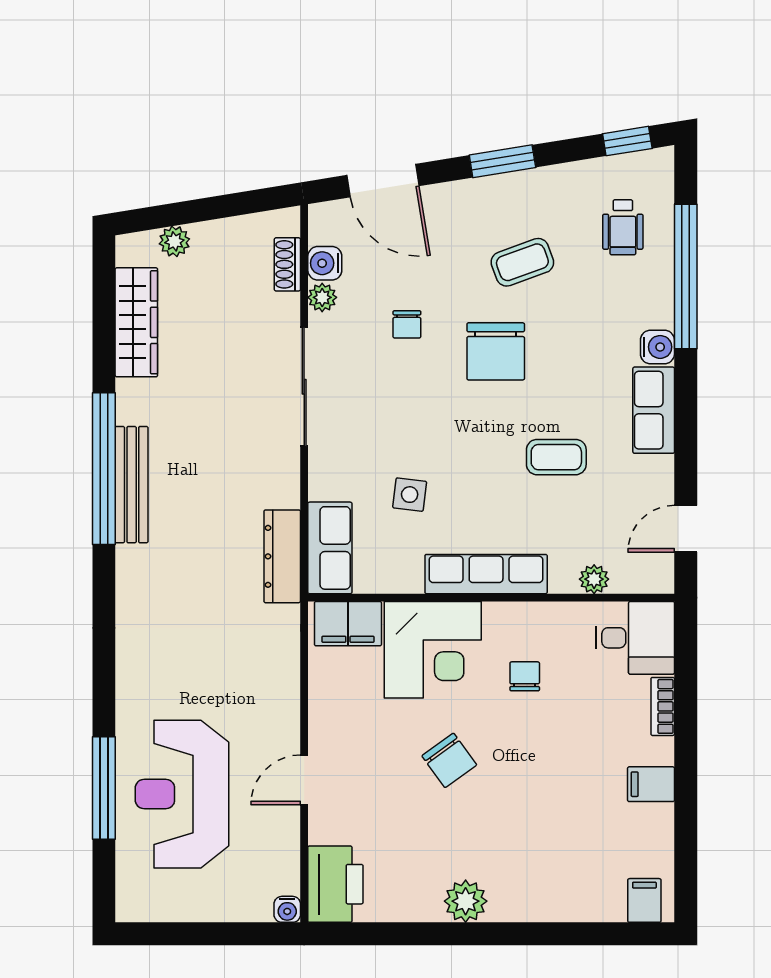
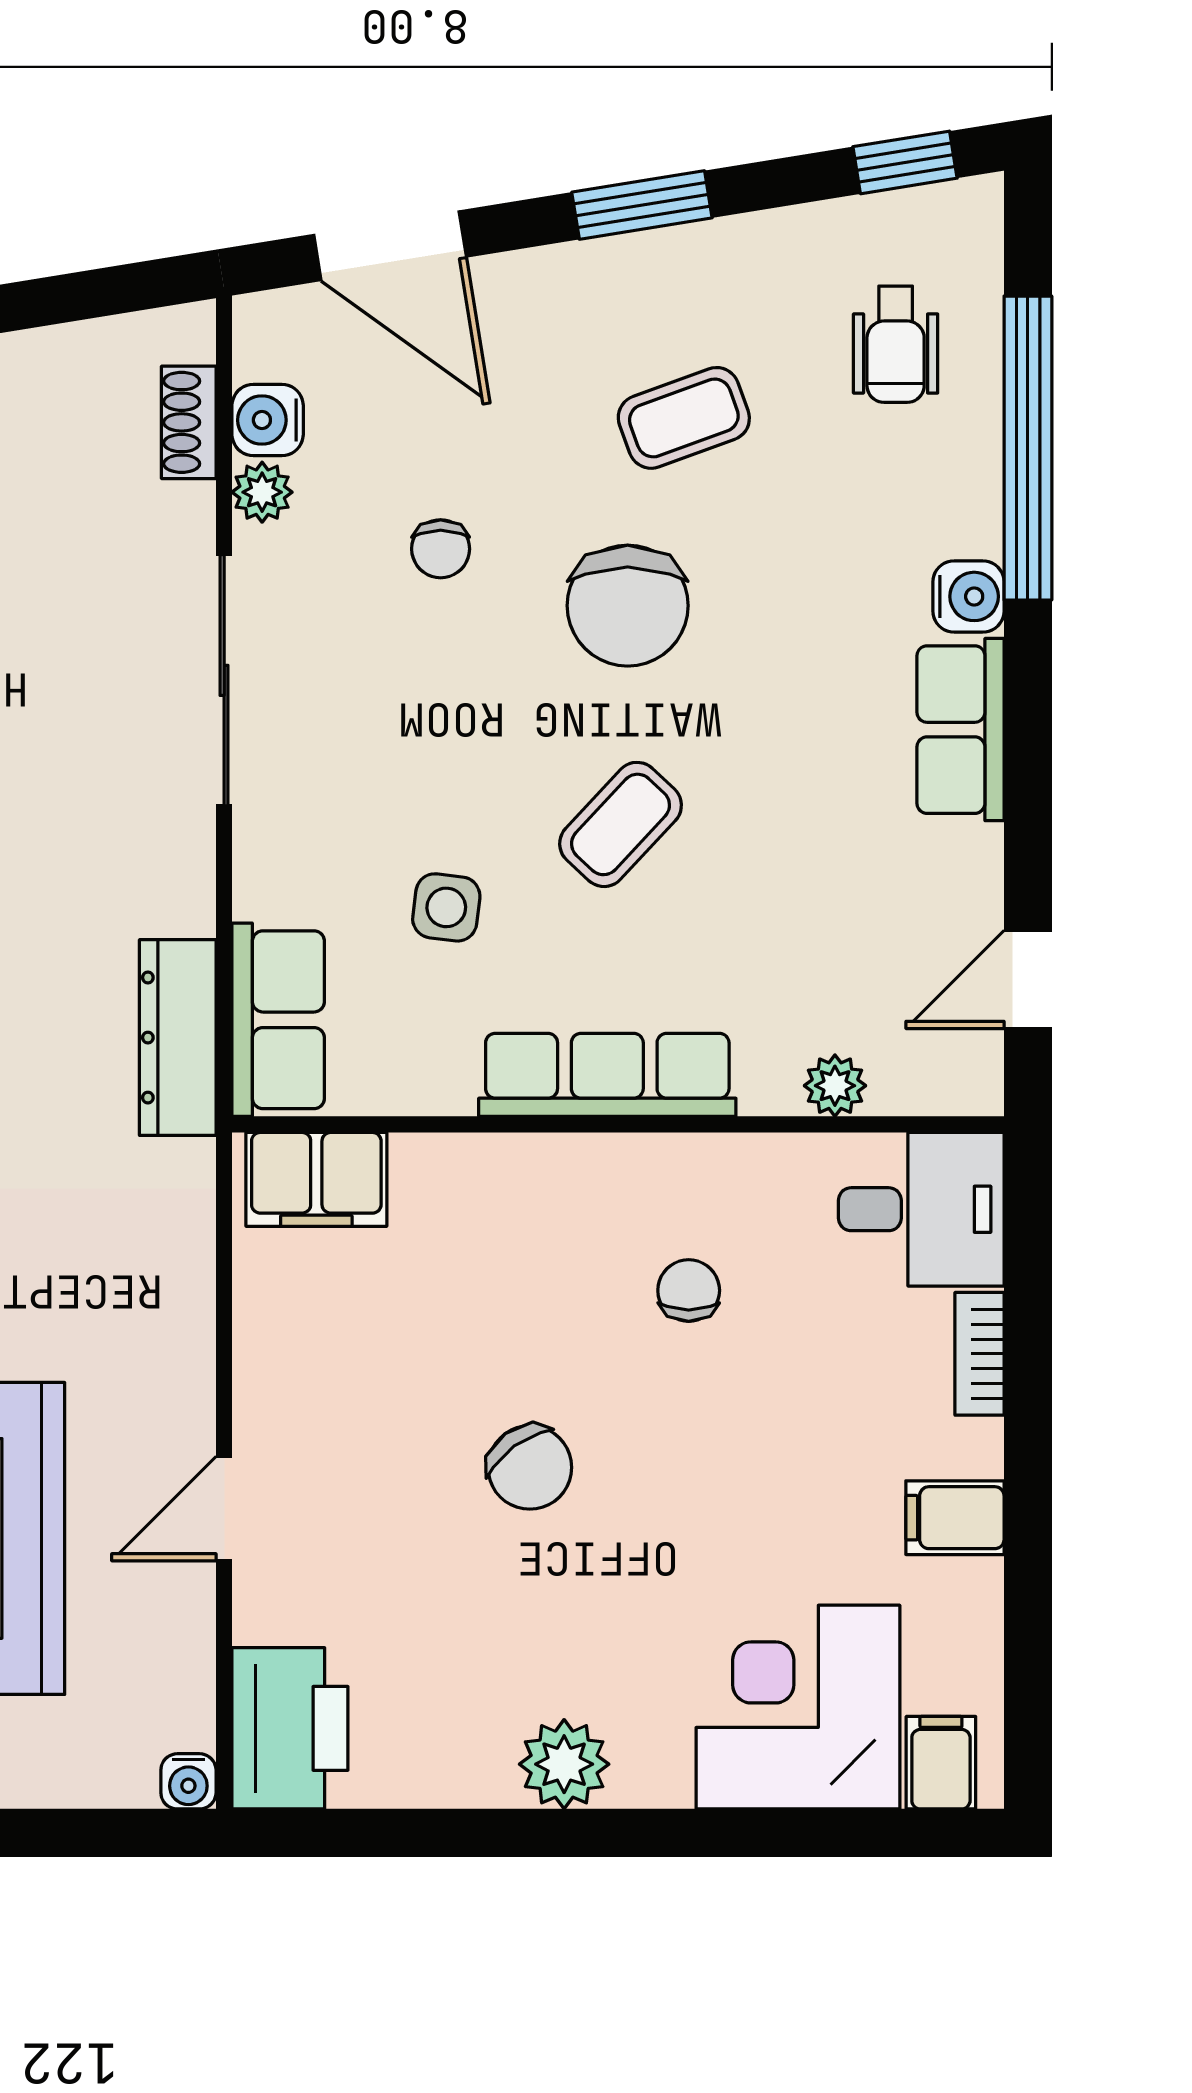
coffee table: (556, 457) -> (621, 824), moved, turned -47
corner desk: (433, 650) -> (798, 1707), moved, turned 180

